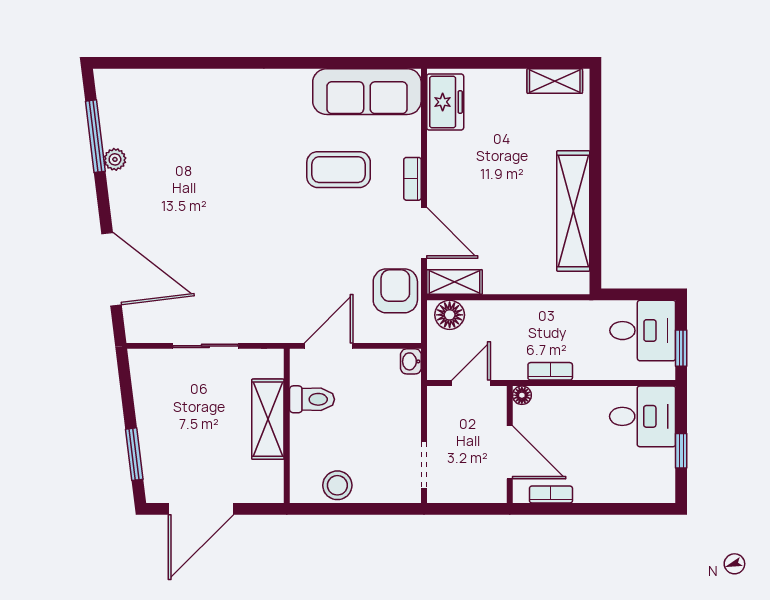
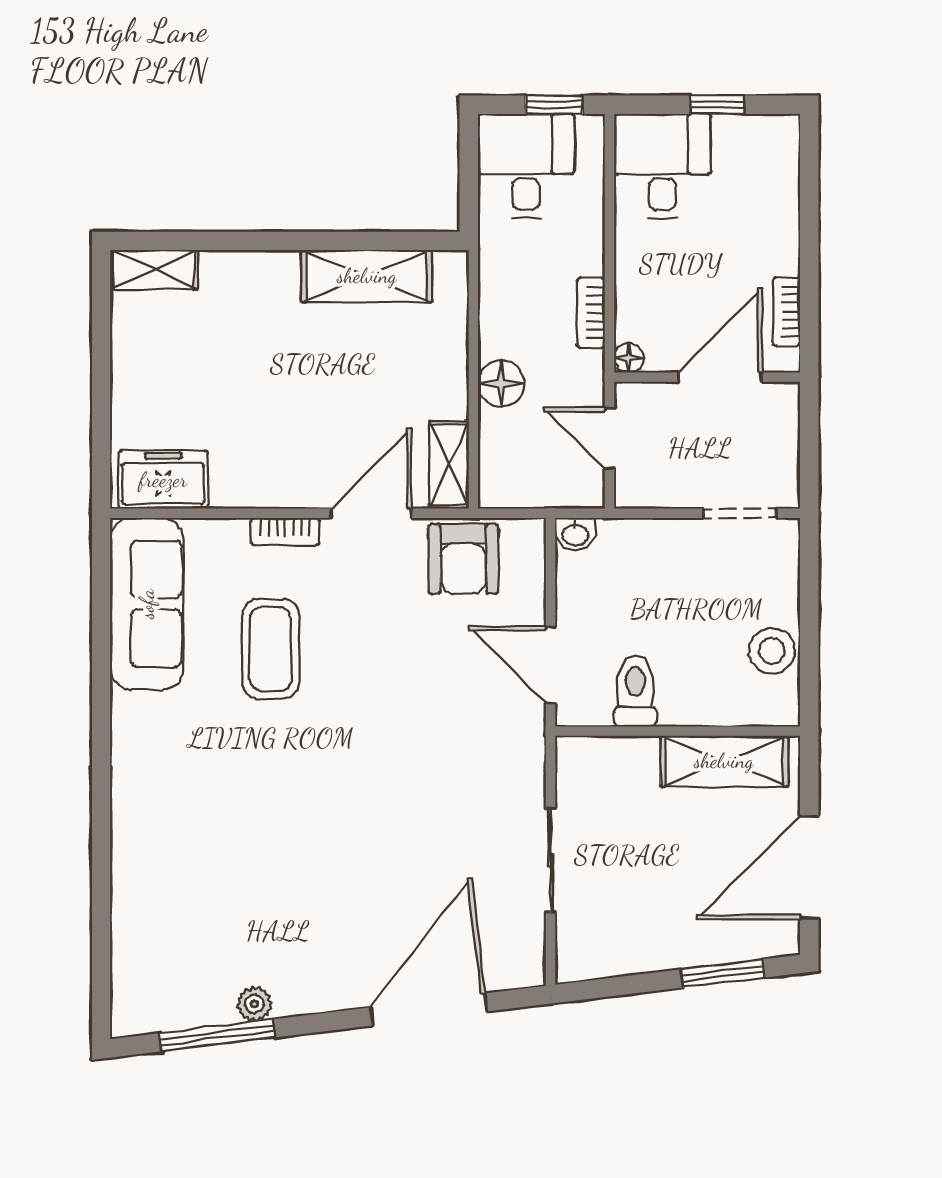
shelving: (555, 81) -> (154, 270), moved, turned 90
shelving: (573, 211) -> (367, 276), width x0.68
armchair: (395, 291) -> (463, 559), turned -90
floor lamp: (450, 315) -> (501, 383), moved
shelving: (268, 419) -> (724, 761), moved
door: (201, 509) -> (809, 867), swing flipped

